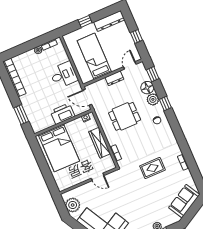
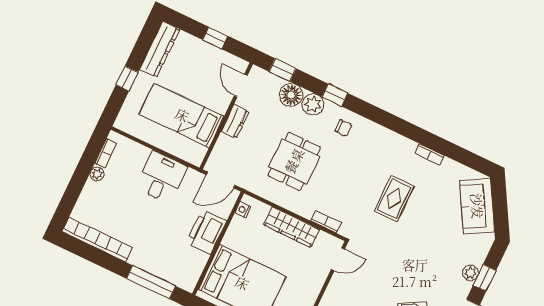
window: (21, 115) -> (151, 282), width x1.44
door: (98, 177) -> (338, 259), moved

